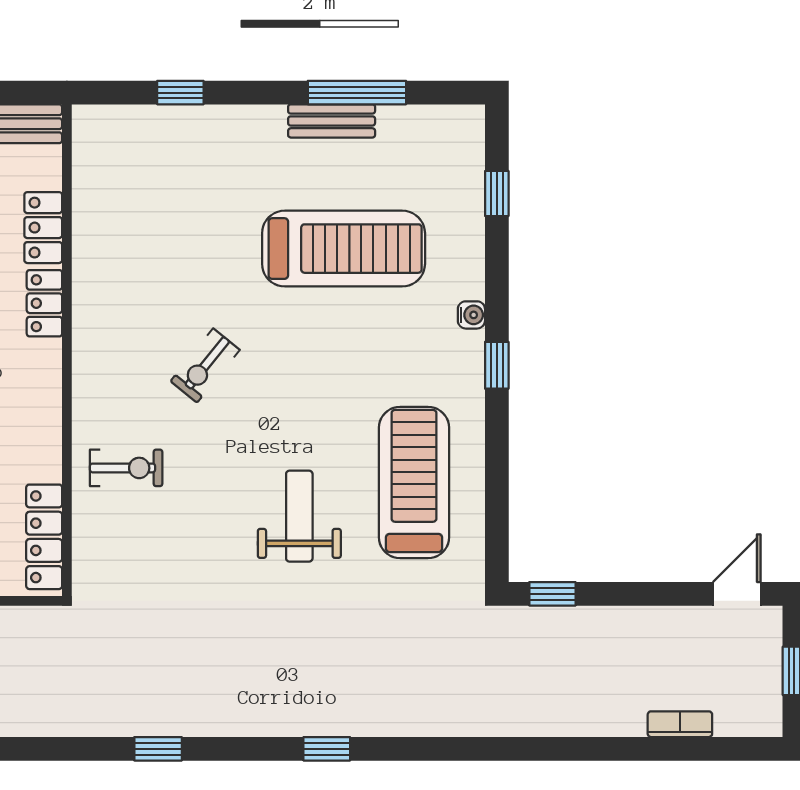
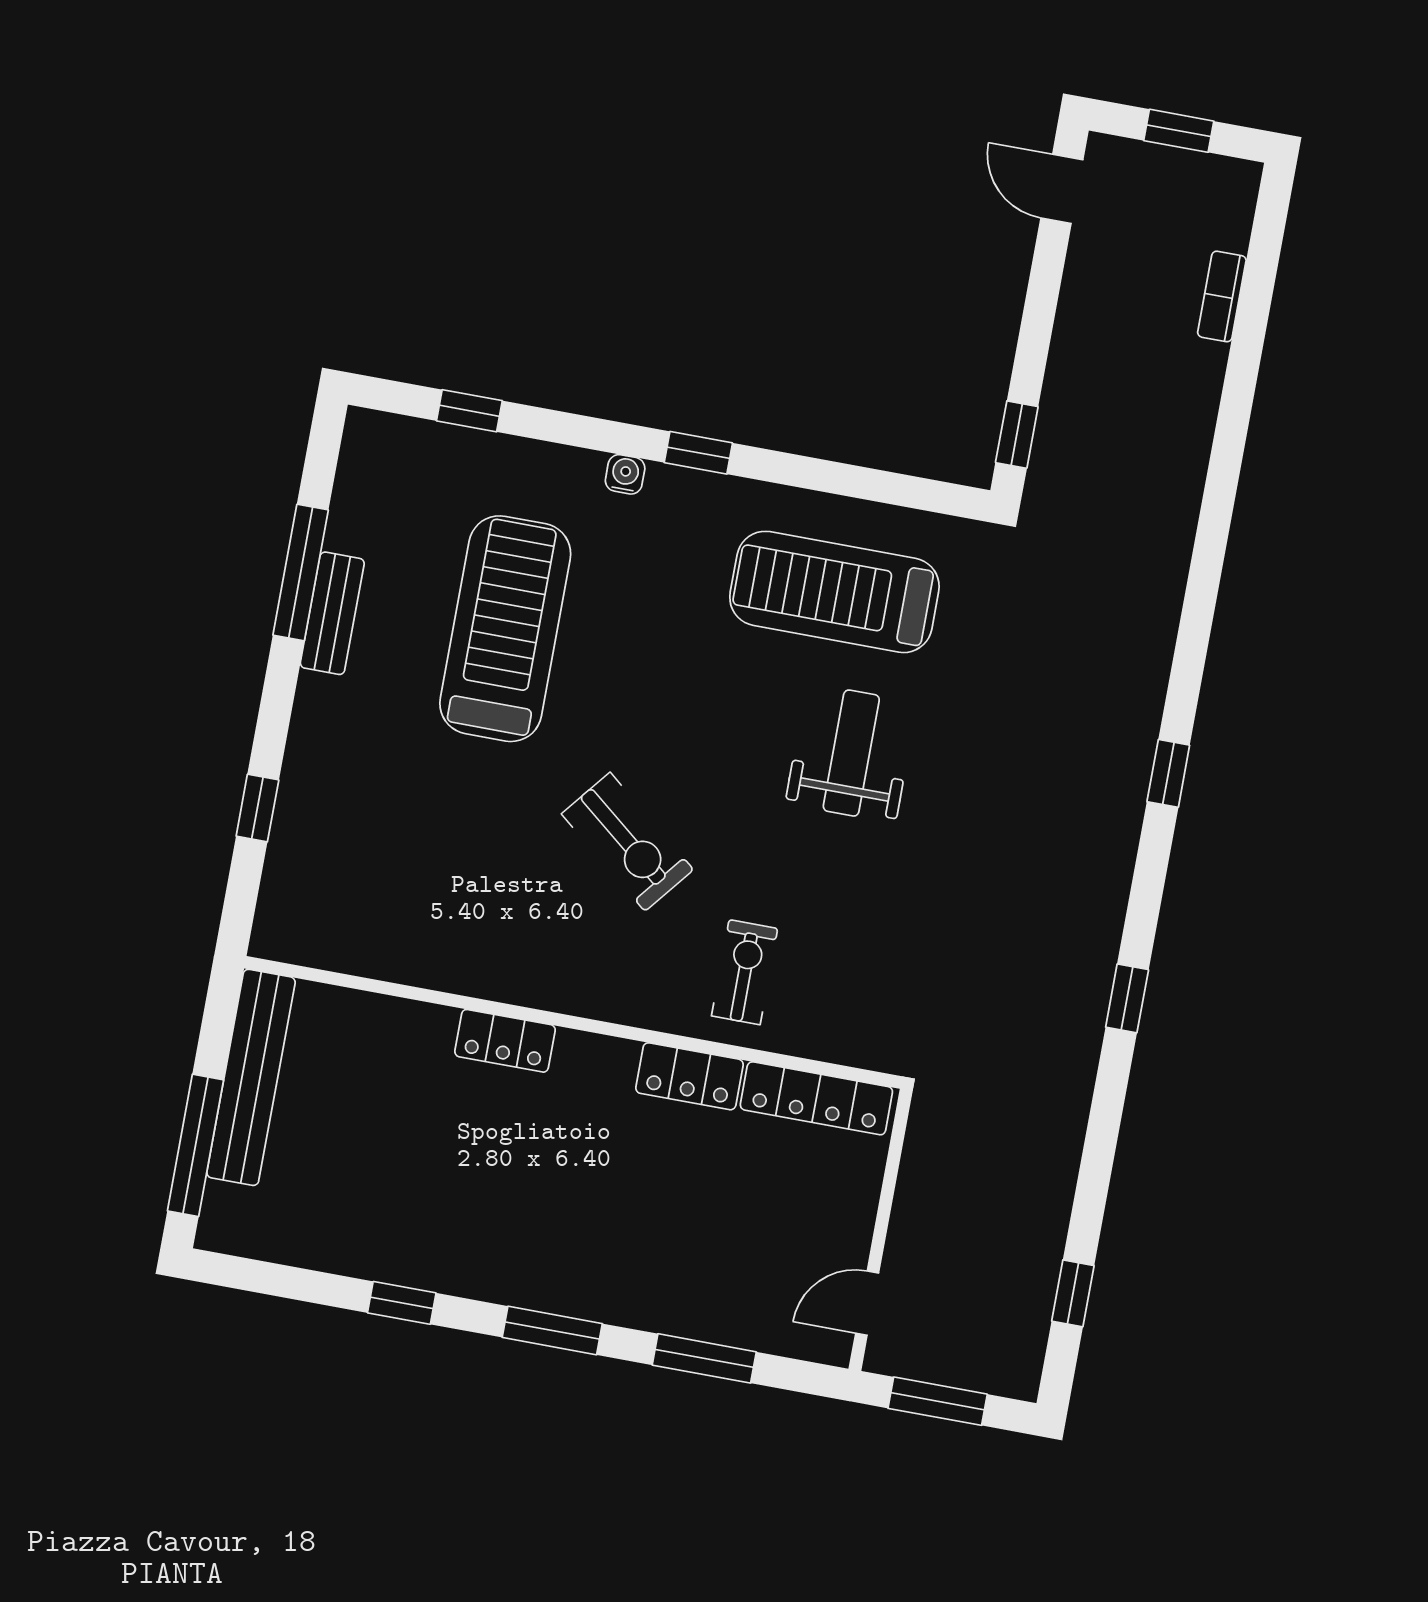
locker: (43, 228) -> (689, 1076), moved
exercise bike: (205, 366) -> (627, 842), width x1.38, depth x1.39
weight bench: (299, 516) -> (851, 753), turned 90

